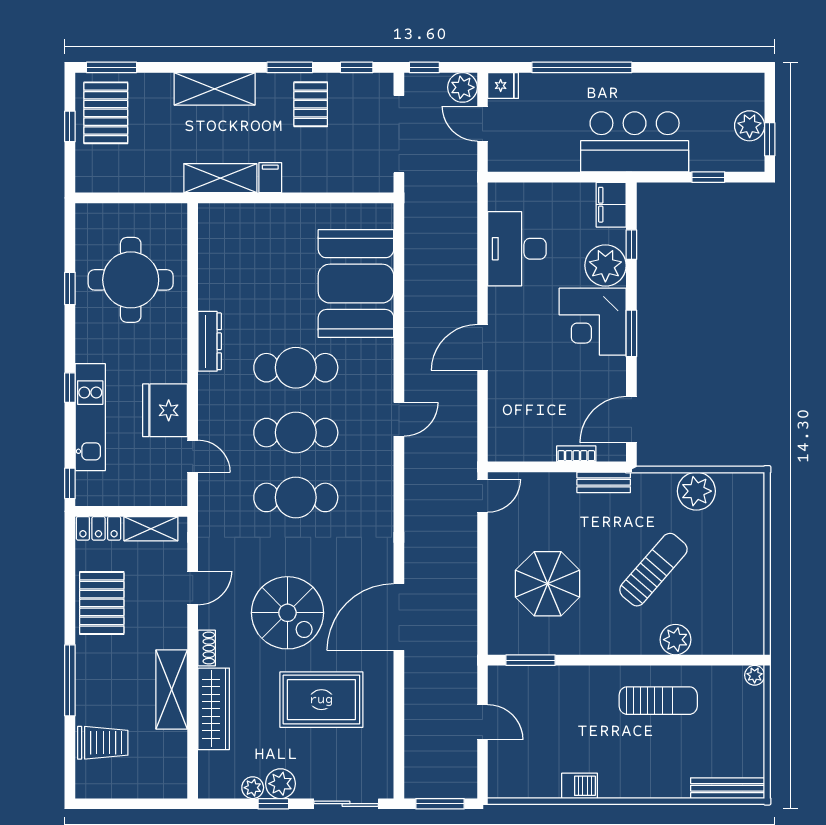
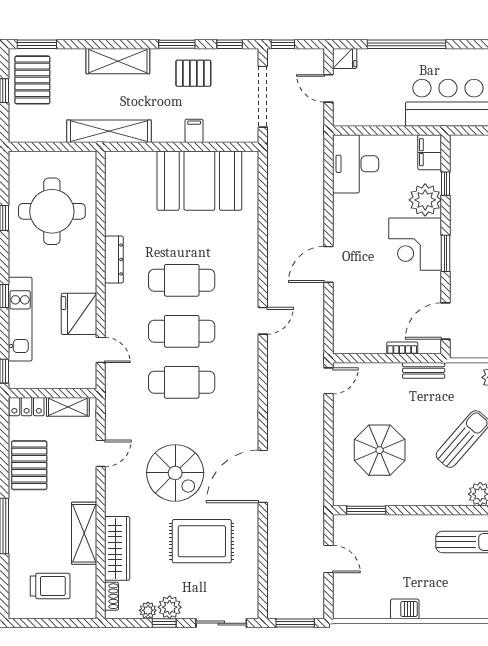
plant: (462, 87) -> (313, 60), removed
pallet: (311, 104) -> (193, 73), turned 90
shelving: (220, 178) -> (109, 131), width x1.47
filing cabinet: (270, 178) -> (194, 131), moved
desk: (517, 249) -> (356, 164), moved
booth: (356, 284) -> (199, 181), moved, turned 90
shoe rack: (207, 648) -> (112, 596), moved
trolley: (103, 743) -> (50, 586), moved

